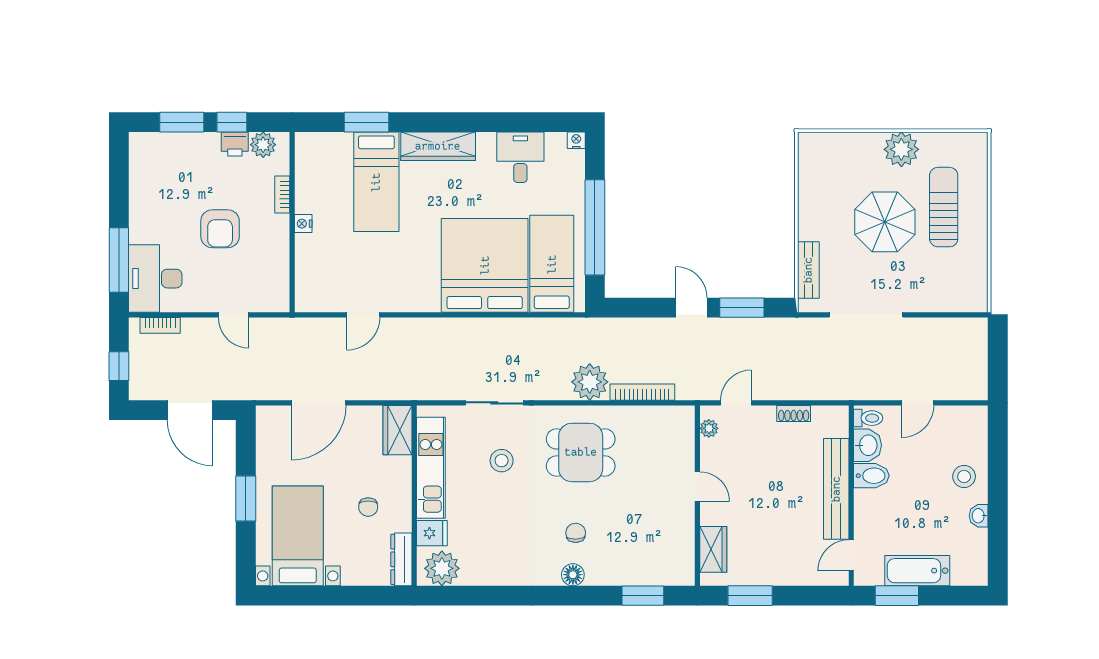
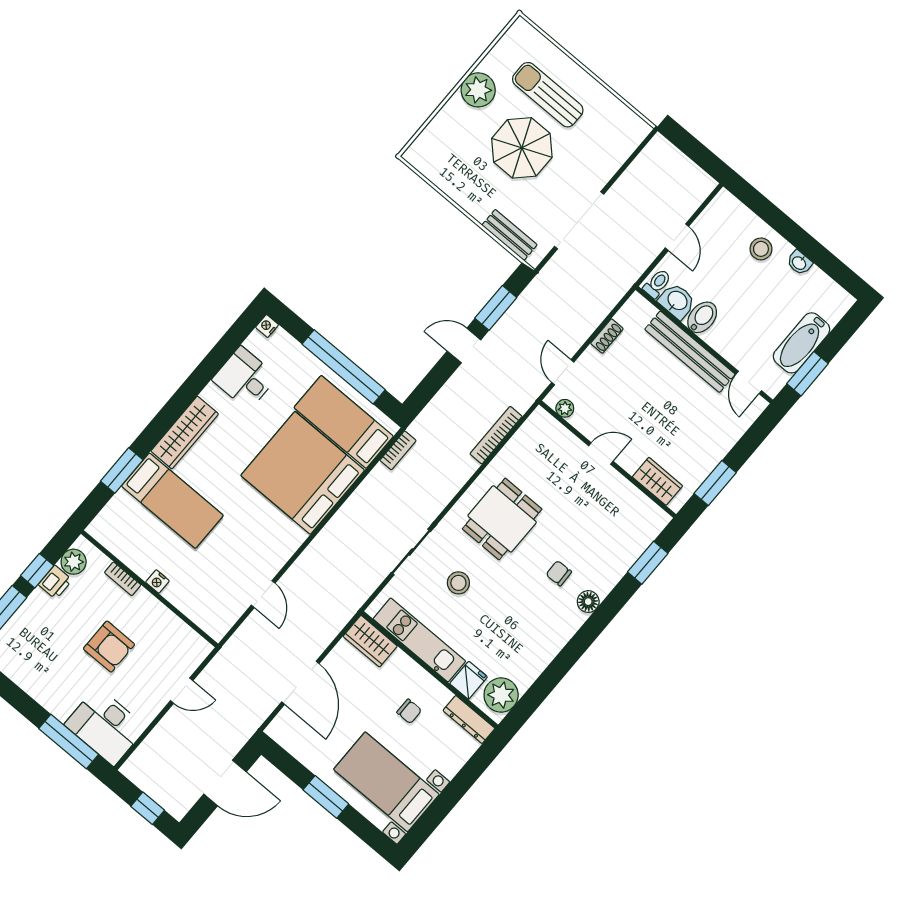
bookcase: (160, 325) -> (398, 450), moved
plant: (590, 382) -> (455, 468), removed

